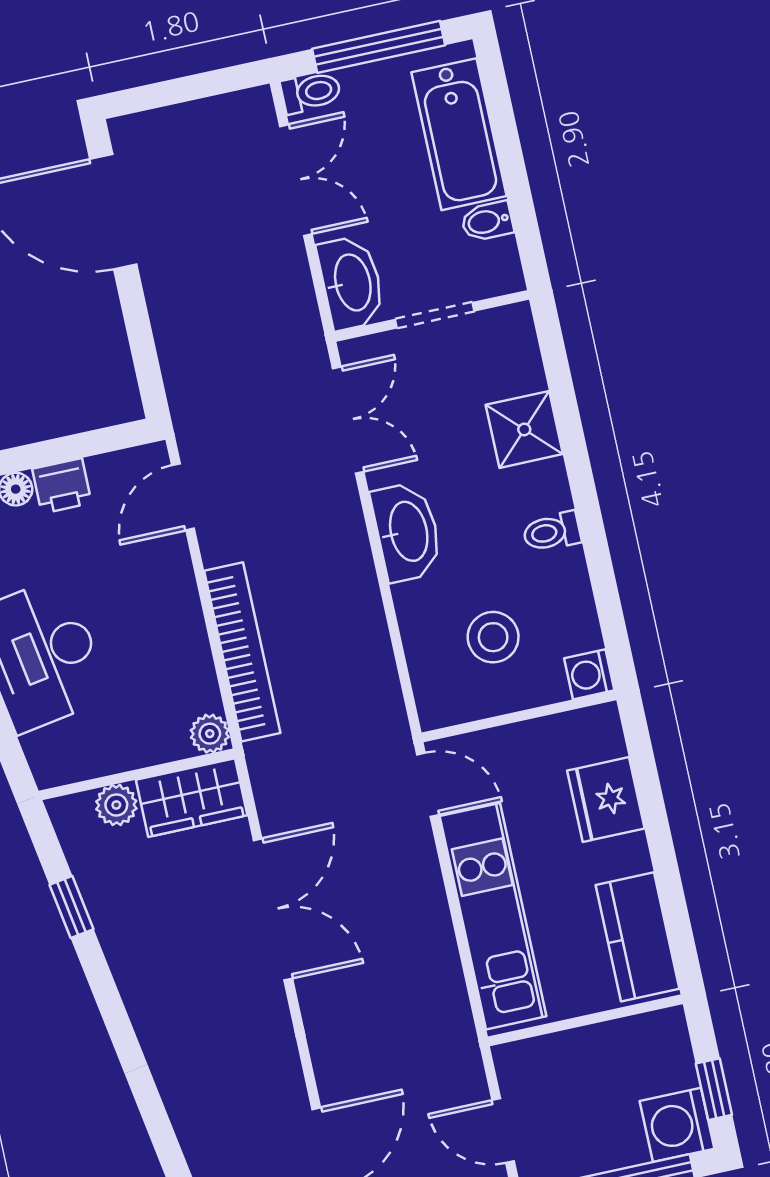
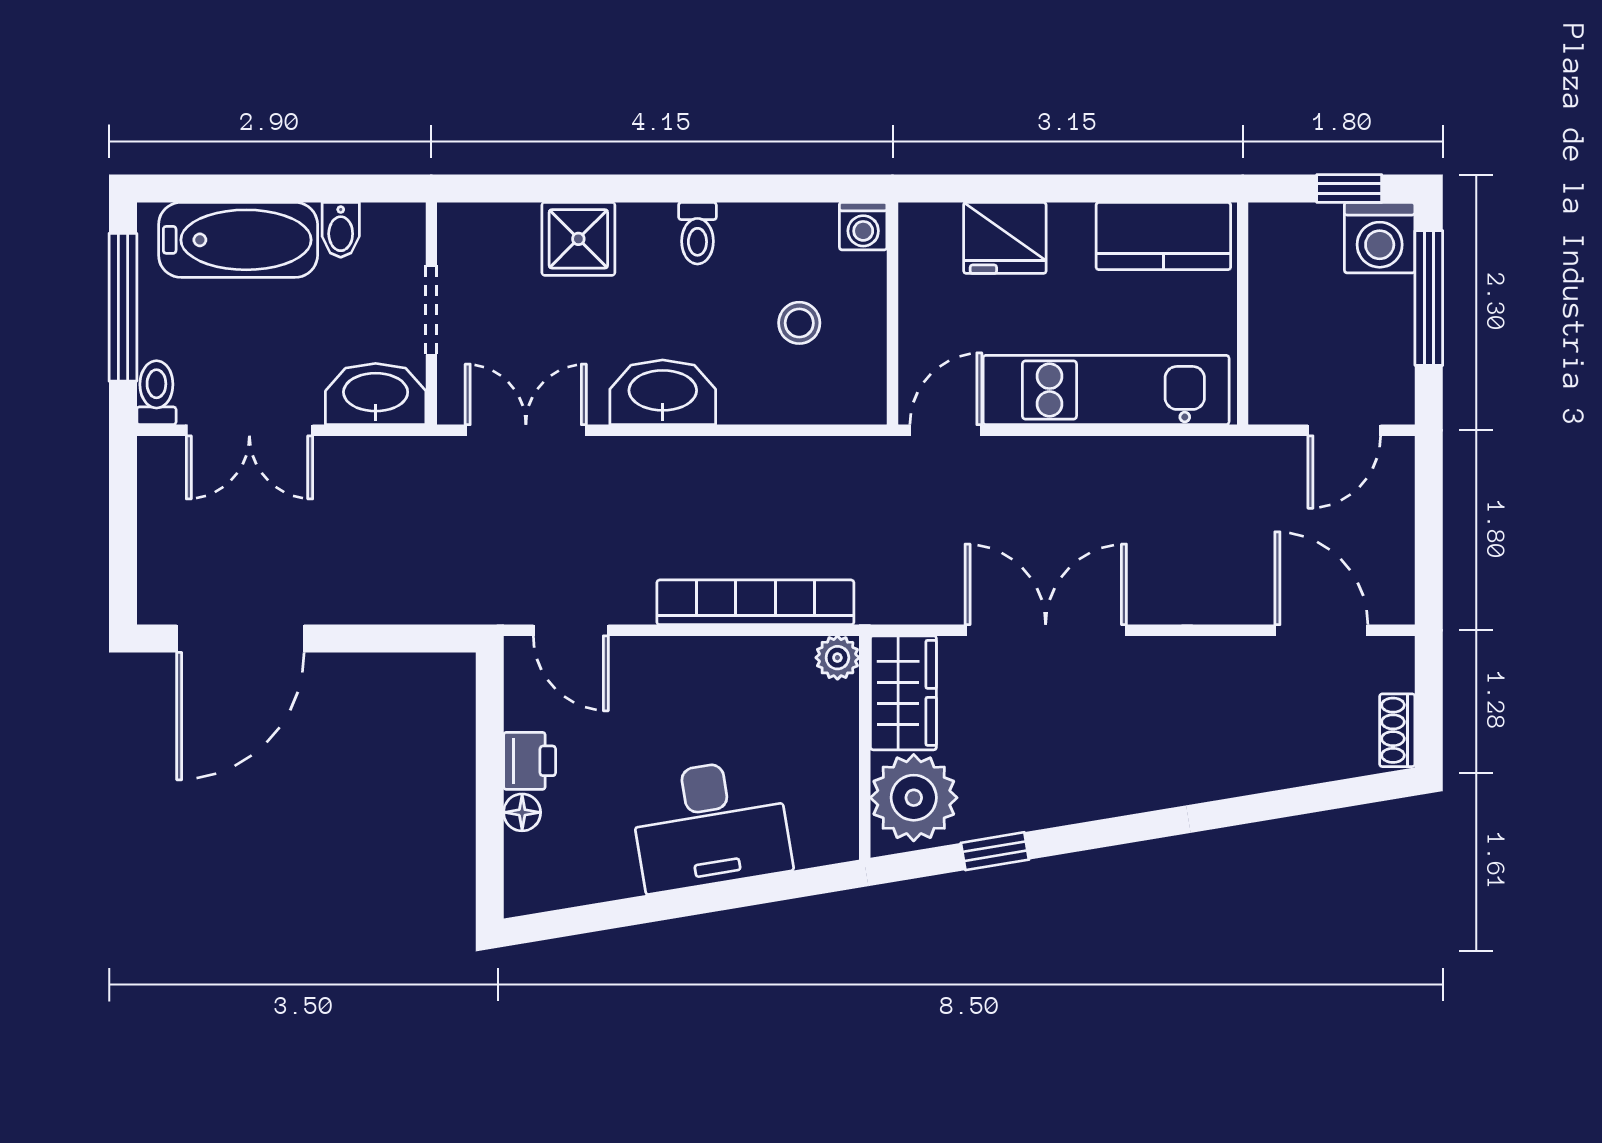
double door: (296, 180) -> (249, 430), swing flipped
stool: (493, 637) -> (799, 323), width x0.73, depth x0.73
plant: (116, 805) -> (914, 798), width x1.88, depth x1.88

